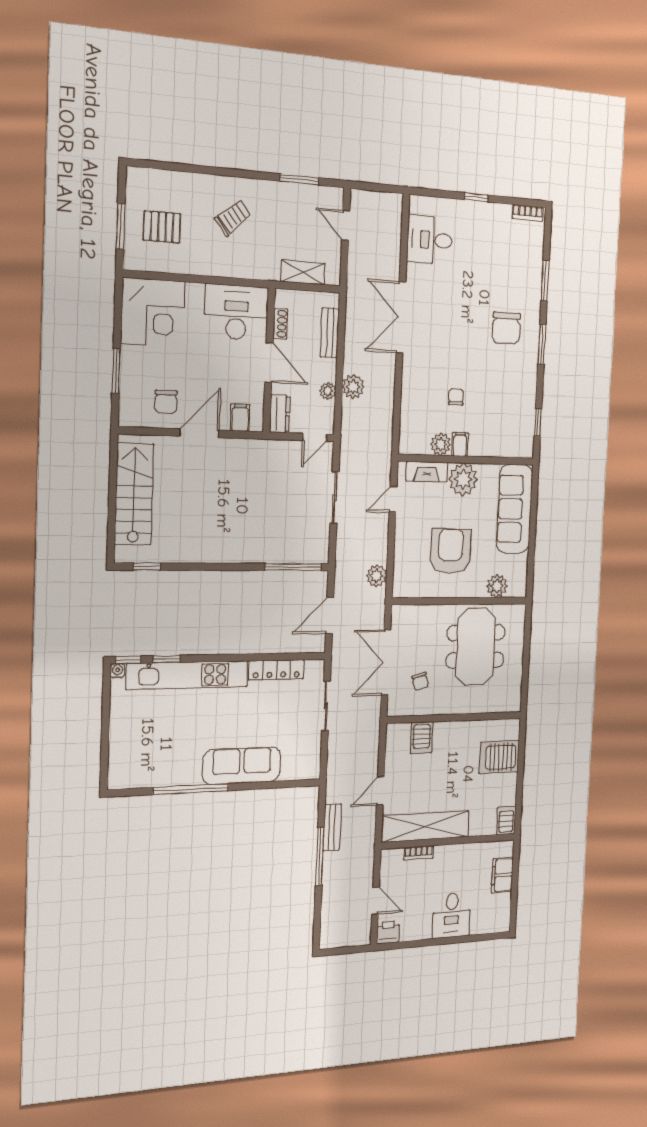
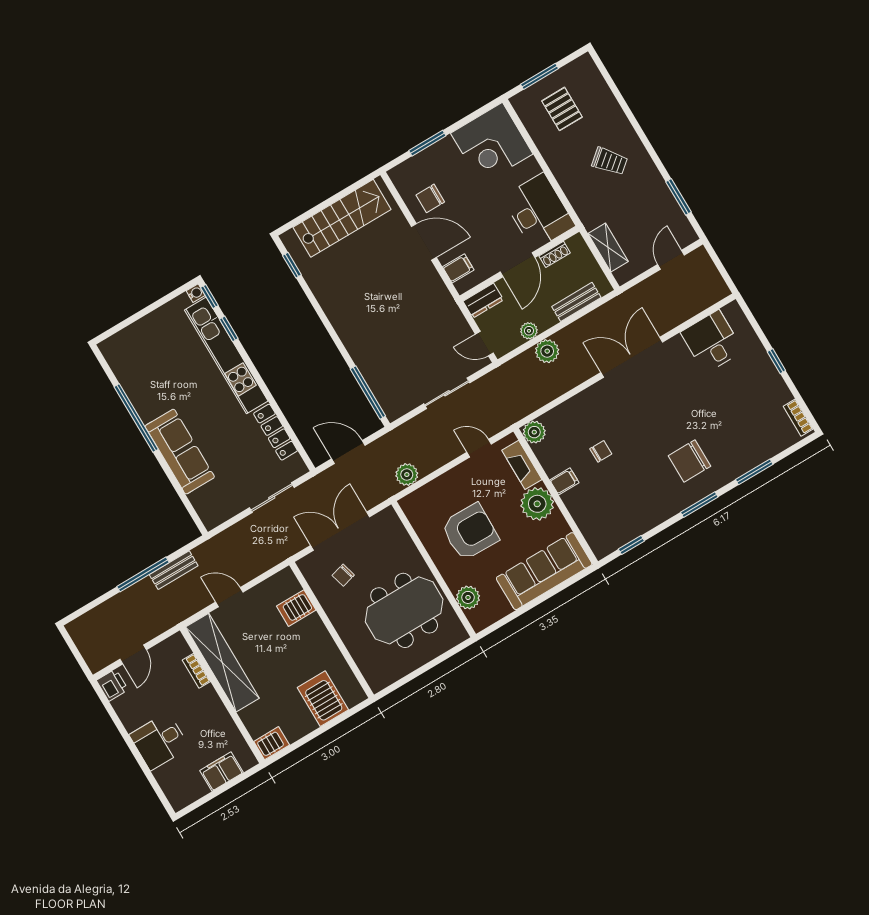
plant: (441, 444) -> (534, 432), moved

